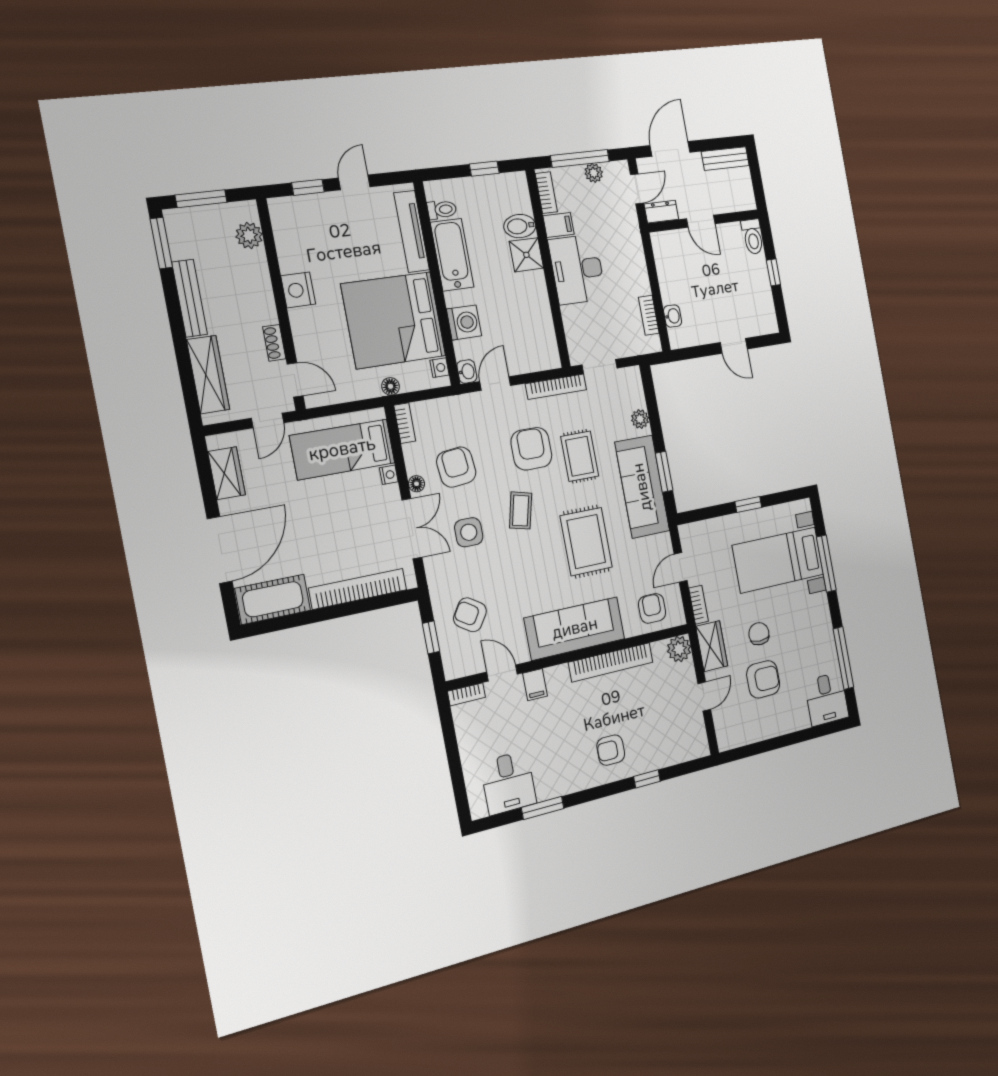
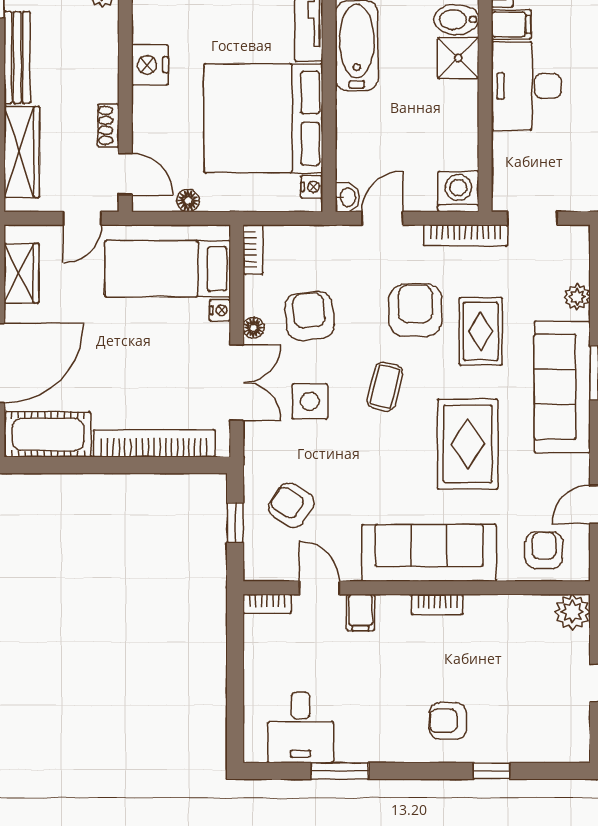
washing machine: (464, 322) -> (458, 192), moved, turned -90
floor lamp: (391, 386) -> (188, 201), moved
bookcase: (611, 662) -> (437, 604), width x0.43, depth x0.76

